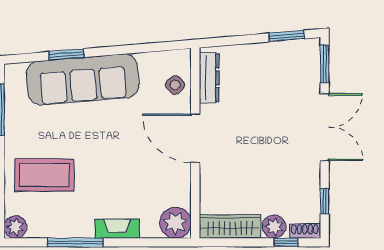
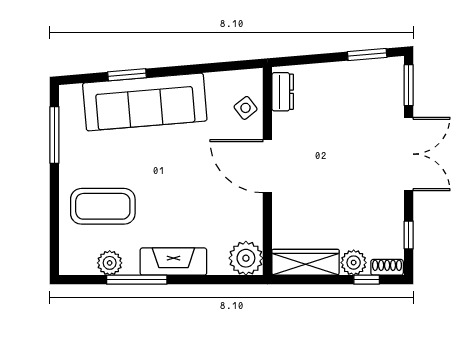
dresser: (209, 78) -> (283, 92), width x0.70
plant: (15, 227) -> (110, 263), moved
fireplace: (117, 229) -> (173, 262), width x1.37, depth x1.32

